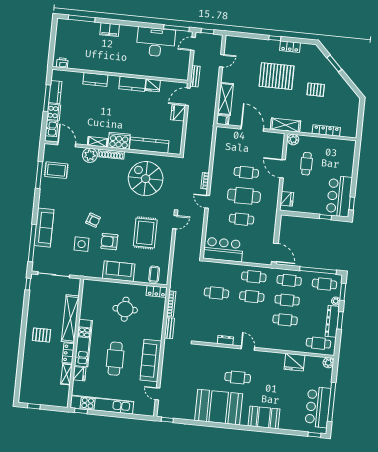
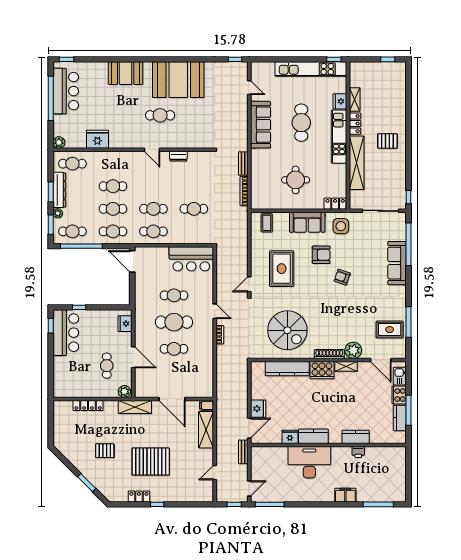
desk: (156, 42) -> (309, 462), moved, turned 180
printer: (62, 63) -> (358, 452), moved
side table: (82, 244) -> (341, 226), moved
locker: (157, 291) -> (335, 204), moved

